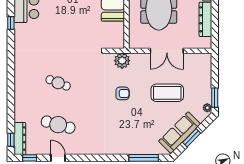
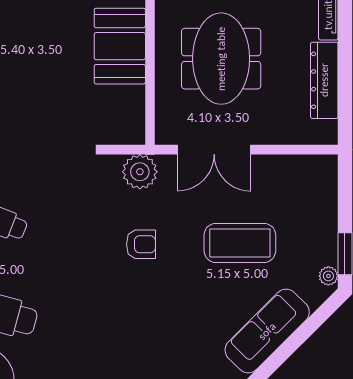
double door: (167, 51) -> (214, 150), moved
window: (192, 138) -> (294, 342), removed

